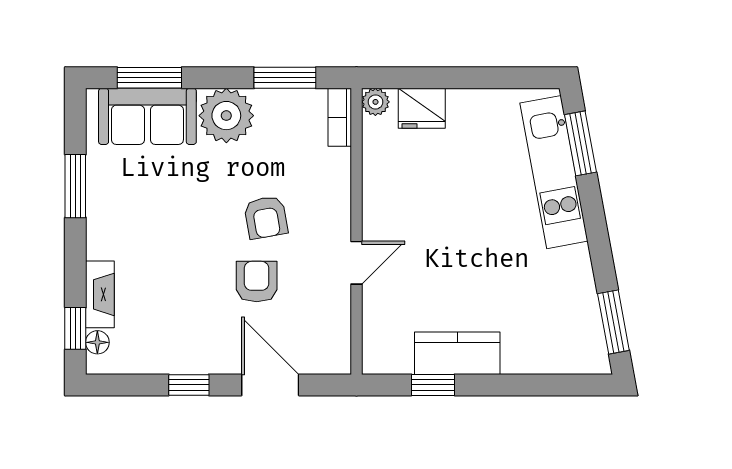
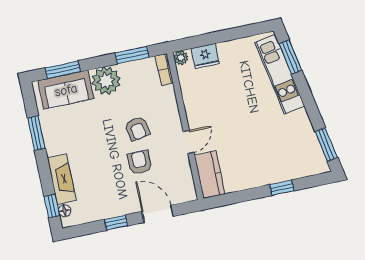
fireplace: (100, 294) -> (62, 179), width x1.37, depth x1.32
kitchen counter: (457, 353) -> (210, 175), moved, turned 90
window: (433, 385) -> (282, 188), moved

